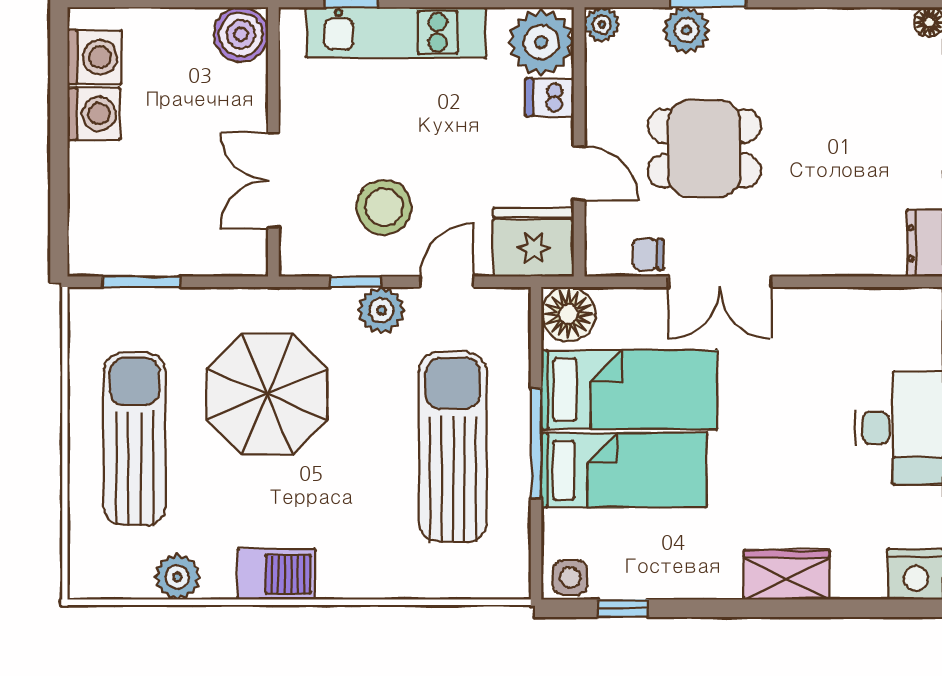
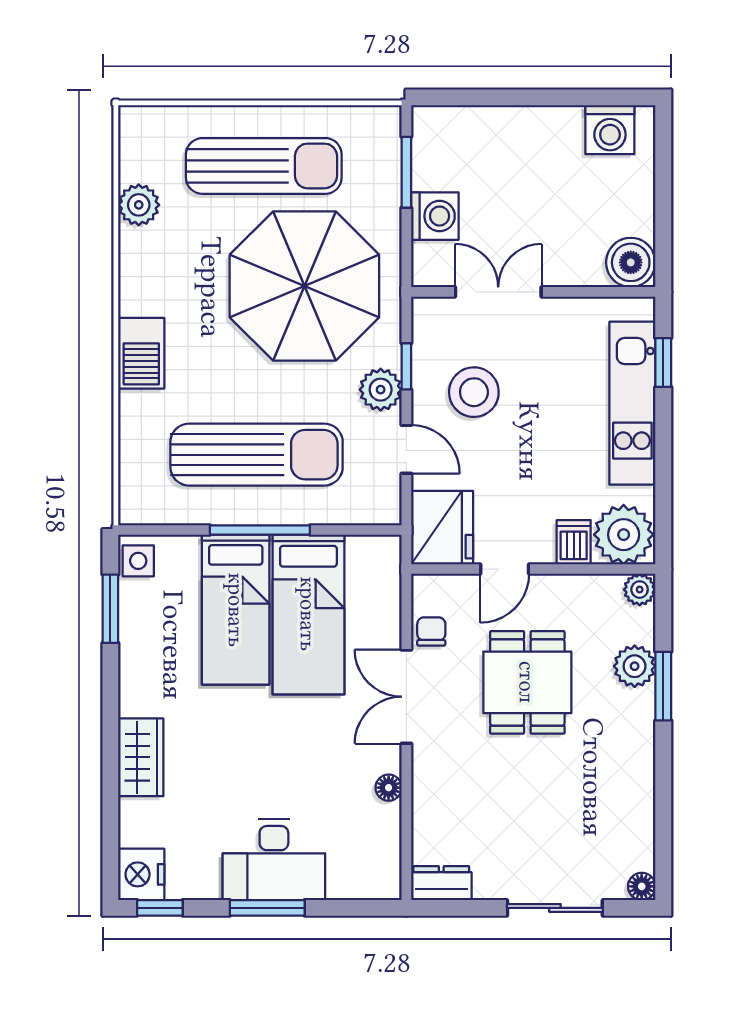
washing machine: (94, 114) -> (435, 216), moved, turned -90
floor lamp: (568, 314) -> (389, 788), moved, width x0.53, depth x0.53
parasol: (267, 394) -> (304, 286), width x1.36, depth x1.36
barbecue: (277, 574) -> (141, 353), moved
window: (623, 608) -> (110, 609), width x1.50

